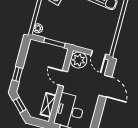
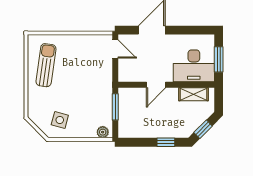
door: (98, 55) -> (115, 49), hinge flipped
plant: (79, 60) -> (128, 72), removed

